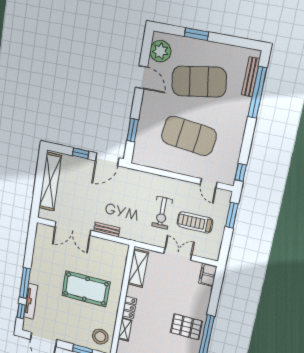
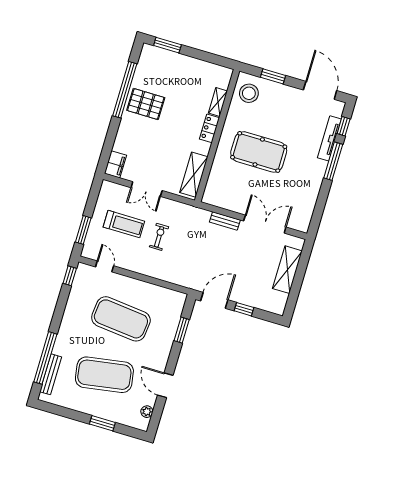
plant: (160, 51) -> (147, 412), width x0.53, depth x0.53
shelving: (50, 182) -> (287, 270), width x0.68
exercise bike: (162, 213) -> (159, 237), width x0.73, depth x0.72

